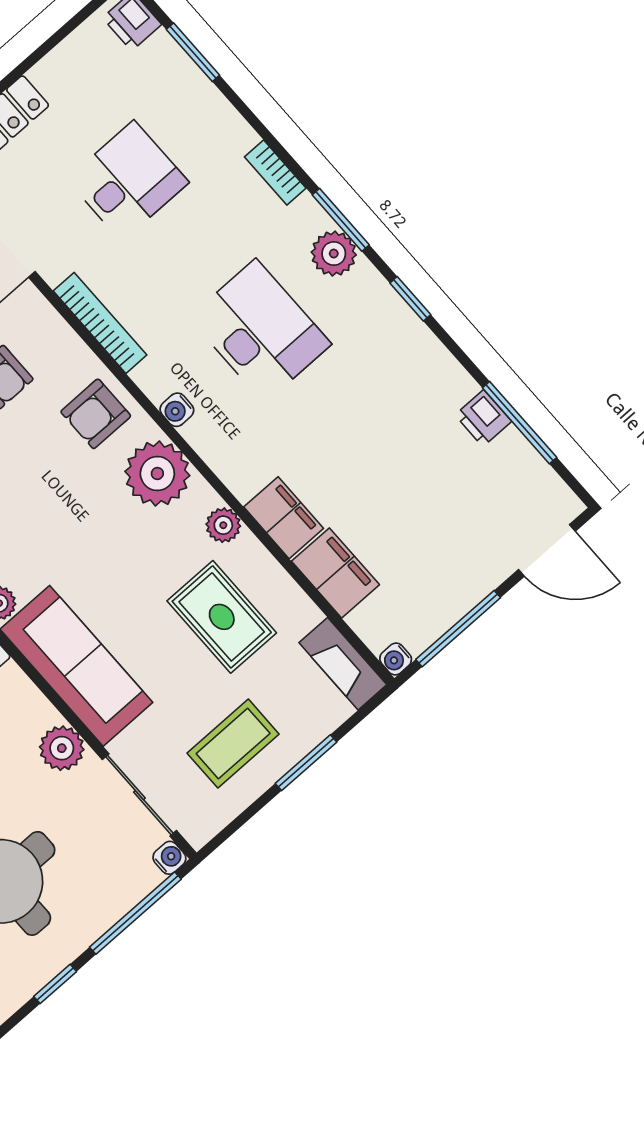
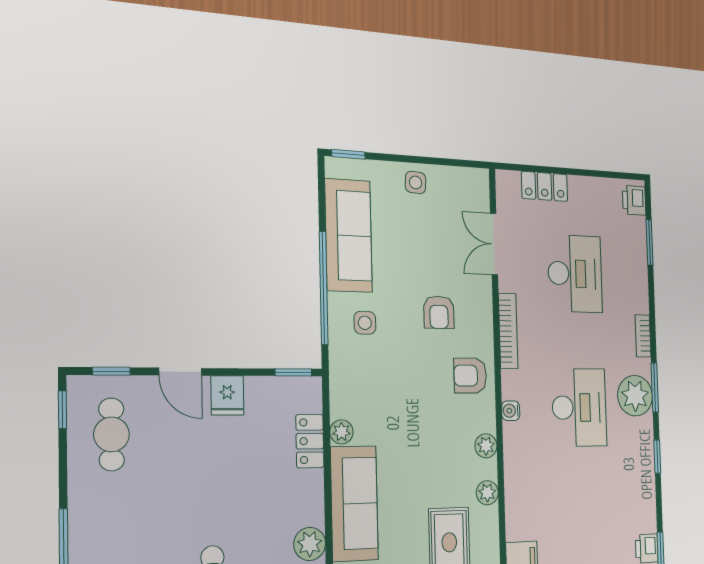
desk: (128, 181) -> (575, 274), width x1.37
plant: (334, 254) -> (635, 396), width x1.36, depth x1.36
plant: (157, 474) -> (486, 446), width x0.53, depth x0.53
filing cabinet: (284, 518) -> (519, 516), removed

